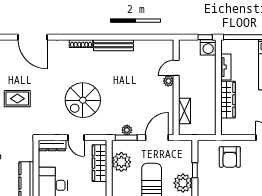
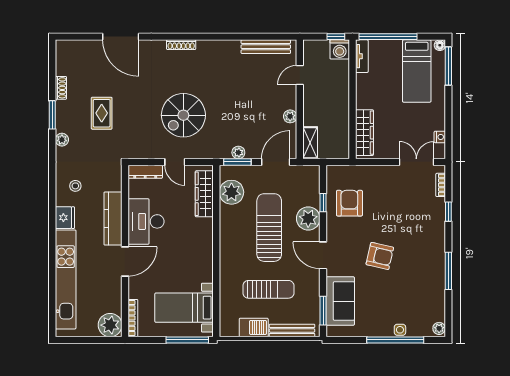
bench: (114, 45) -> (266, 47), moved
tv unit: (226, 67) -> (362, 56), moved
plant: (168, 81) -> (290, 116), moved
rug: (17, 99) -> (102, 113), turned 90
wardrobe: (228, 100) -> (364, 133), moved
shelving: (185, 111) -> (310, 143), moved
armchair: (230, 157) -> (349, 203), moved, turned 180

